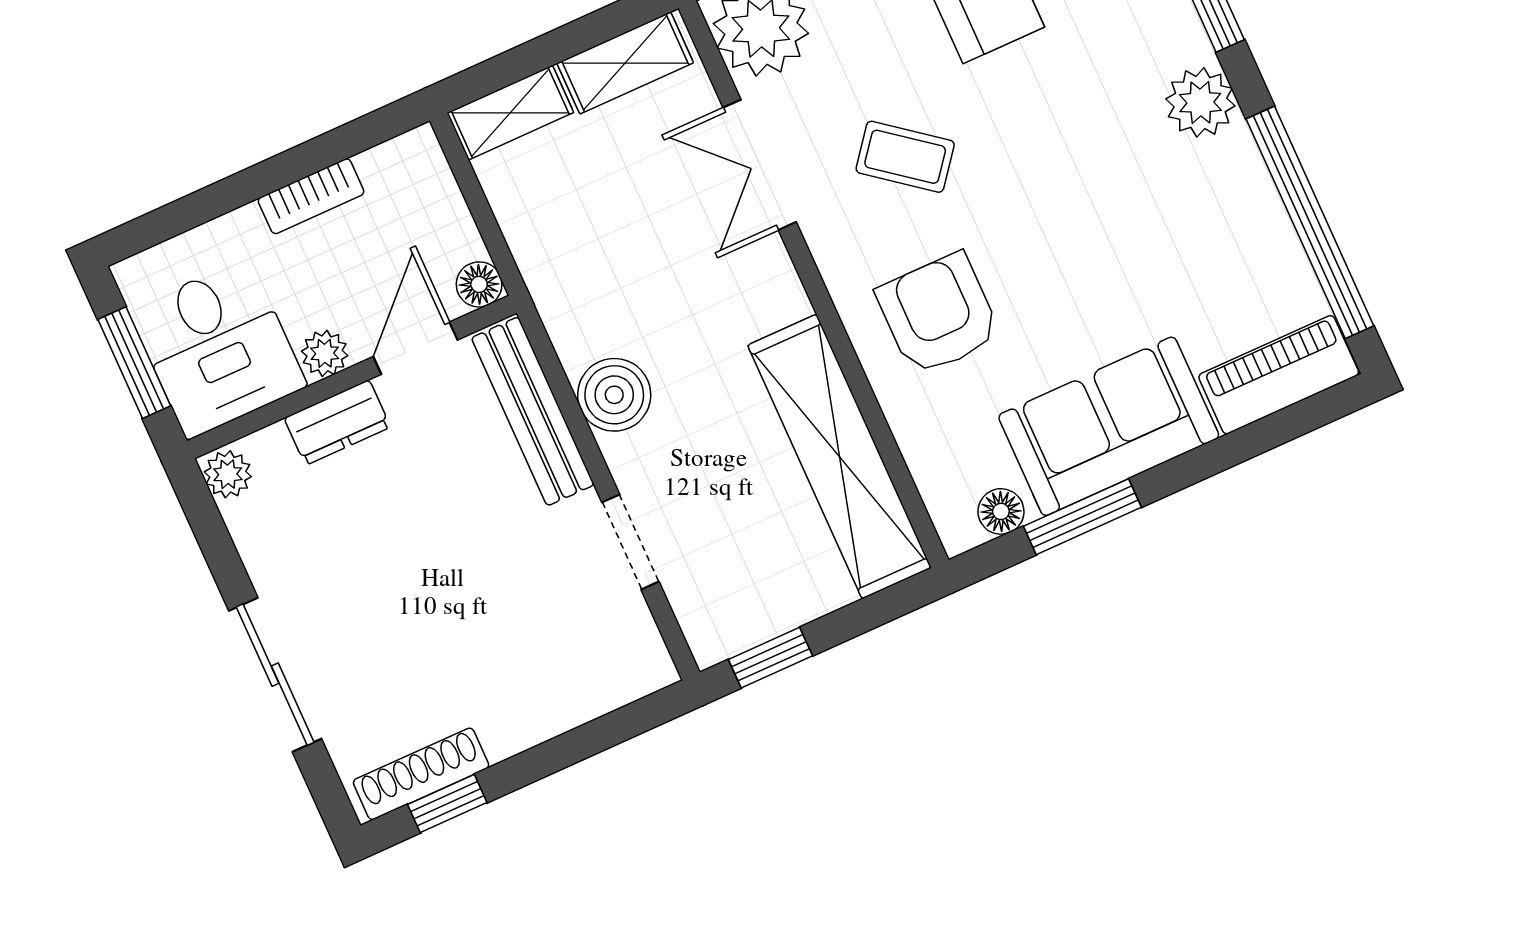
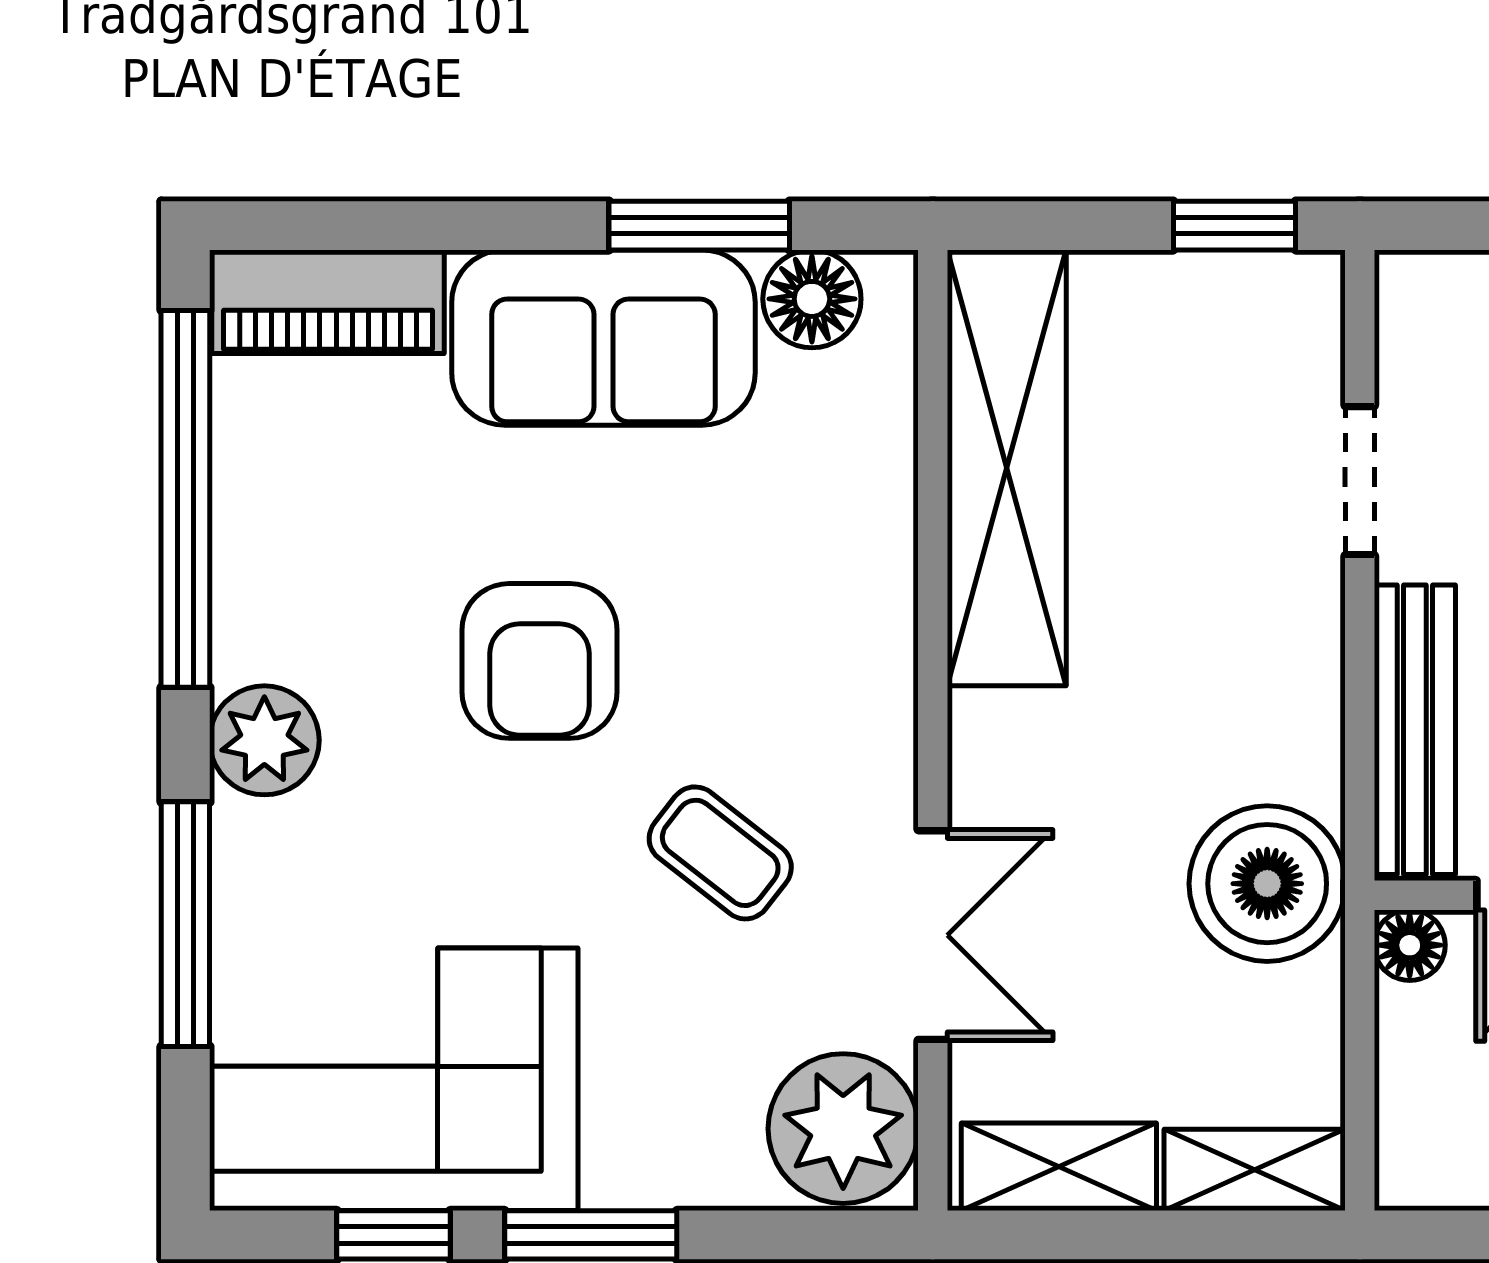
armchair: (938, 314) -> (540, 661), moved
boiler: (614, 395) -> (1267, 884), moved, width x1.37, depth x1.37
floor lamp: (1001, 511) -> (812, 299), width x1.37, depth x1.37

